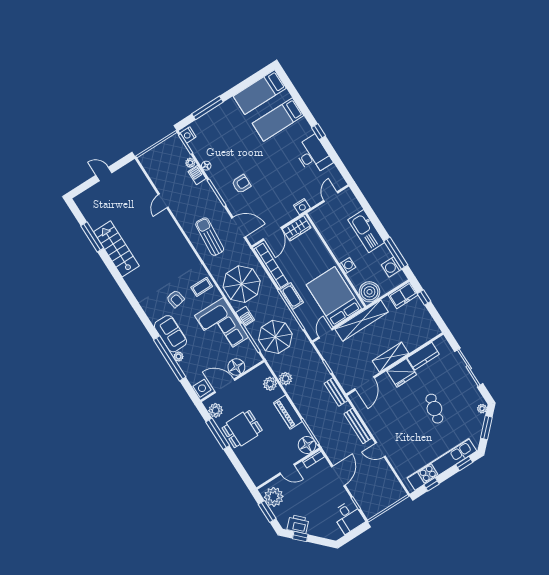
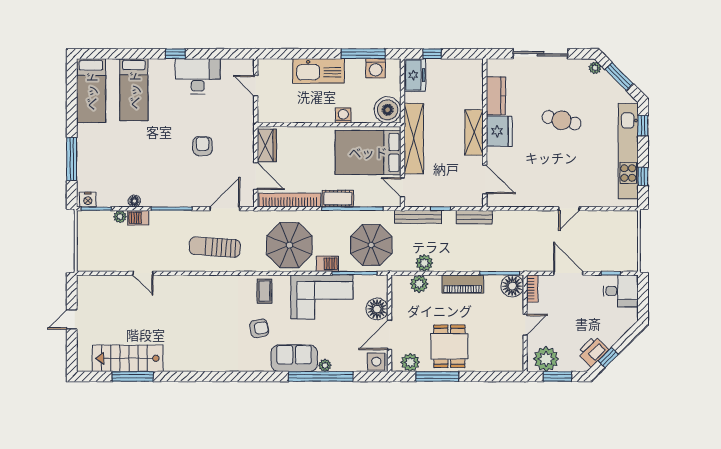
armchair: (241, 184) -> (203, 146), moved
nightstand: (302, 207) -> (246, 125), removed
stairs: (116, 249) -> (128, 358), moved
bench: (358, 426) -> (418, 217), moved

